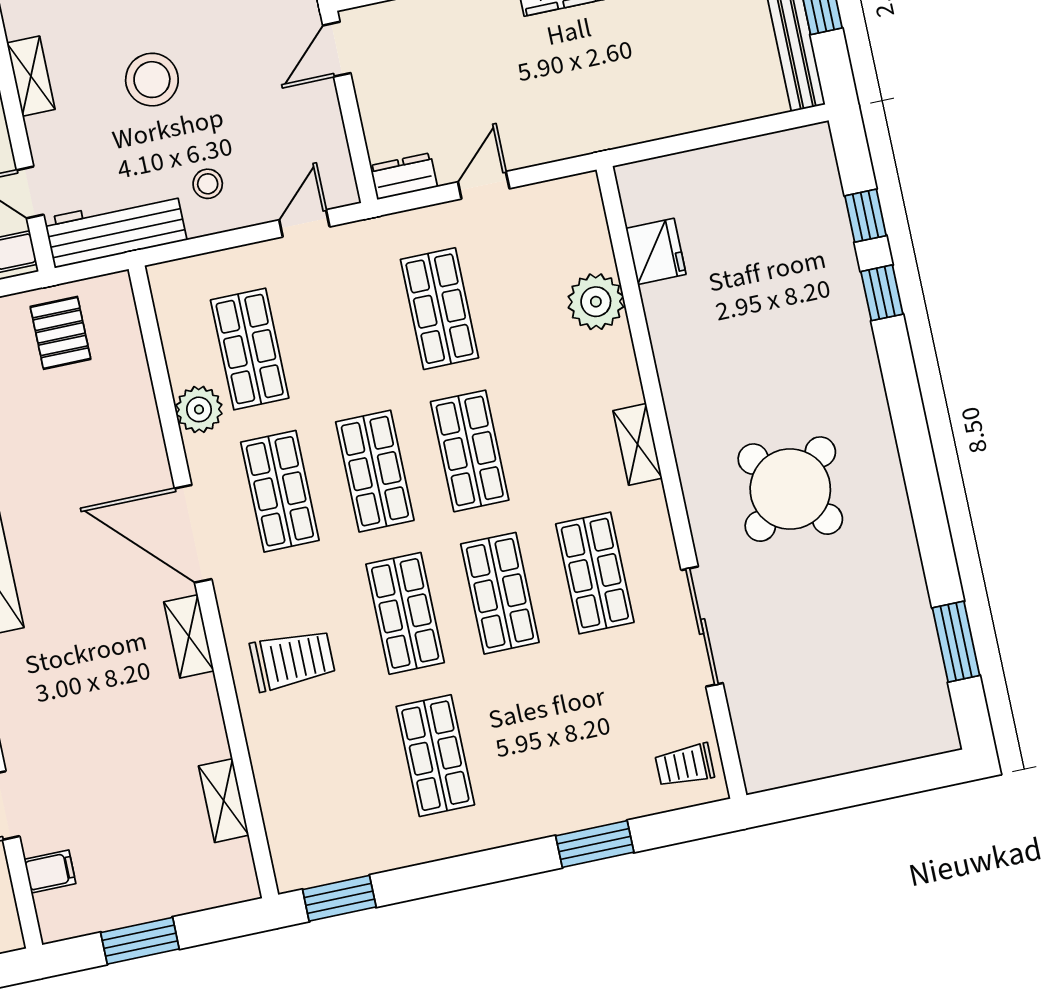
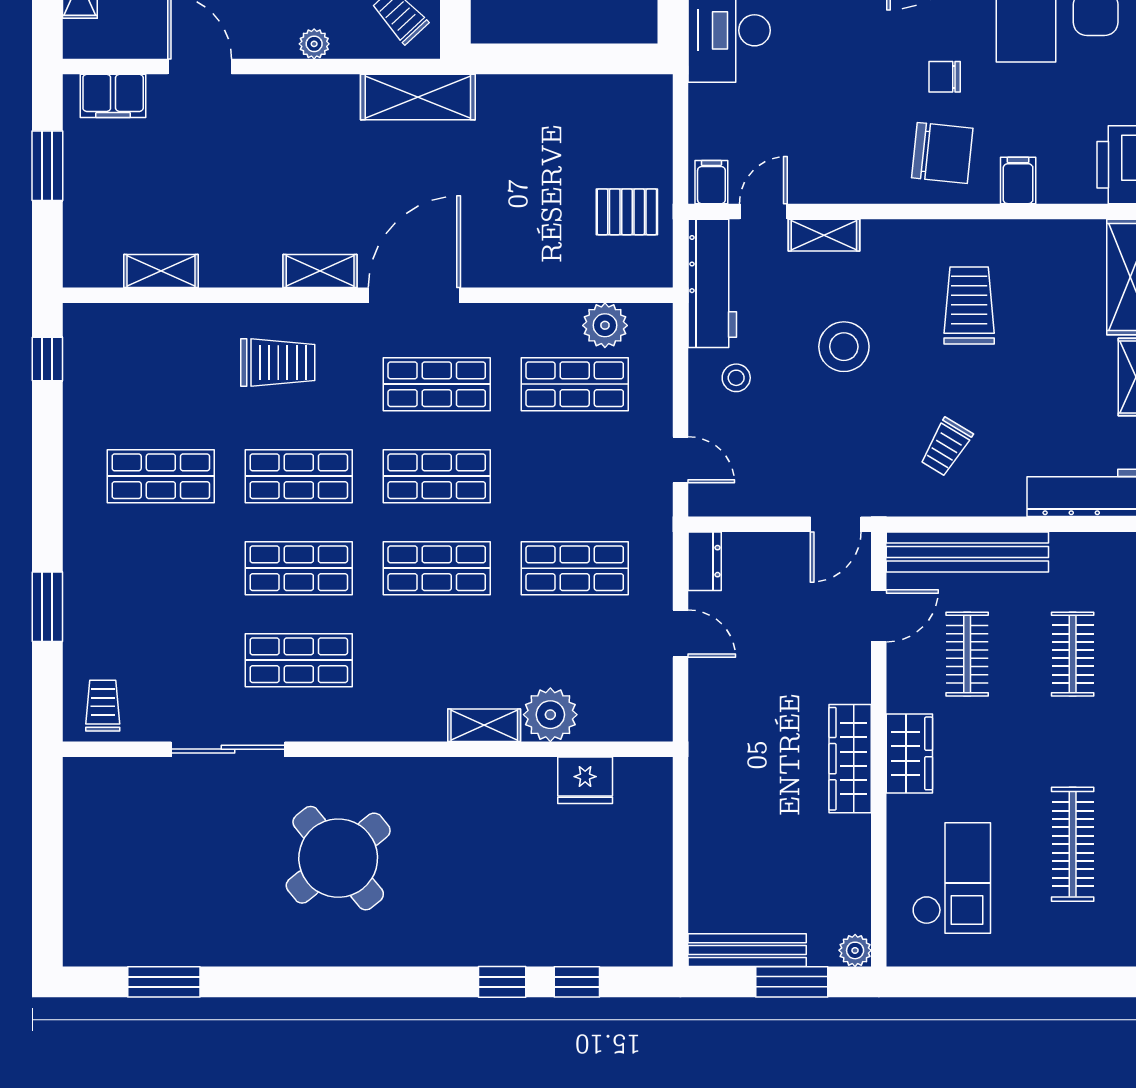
door: (337, 49) -> (836, 524), swing flipped
shelving: (31, 76) -> (824, 235), moved
plant: (199, 409) -> (605, 325), moved
shelving: (638, 444) -> (484, 725), moved
trolley: (292, 660) -> (278, 363), turned -90
filing cabinet: (50, 871) -> (113, 96), width x2.00
window: (339, 898) -> (47, 359), width x0.67

